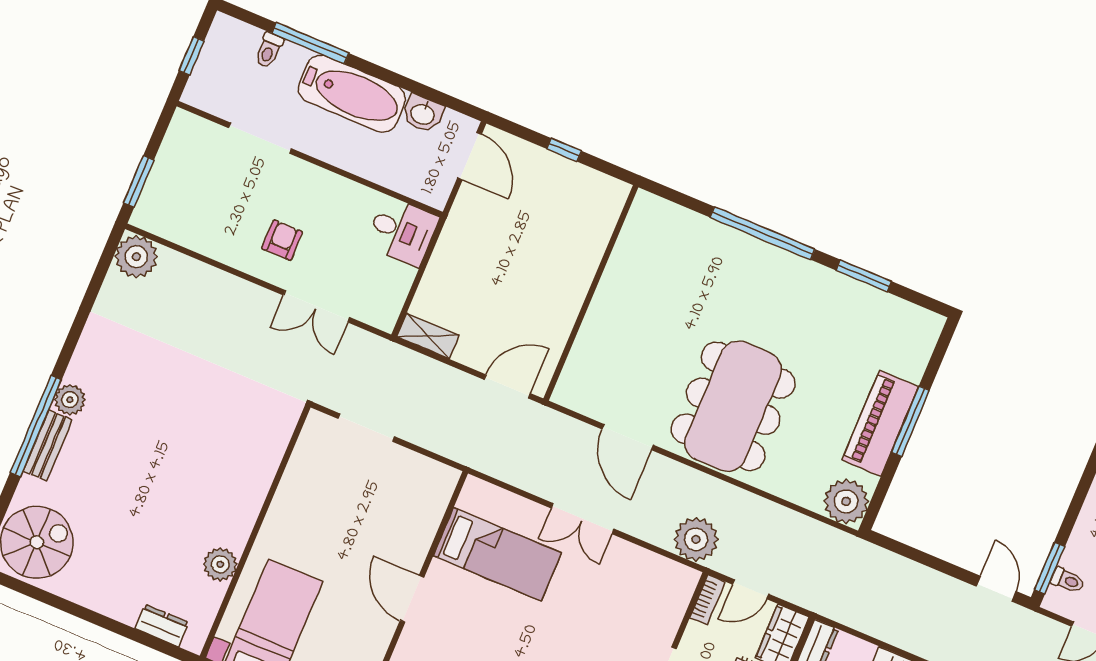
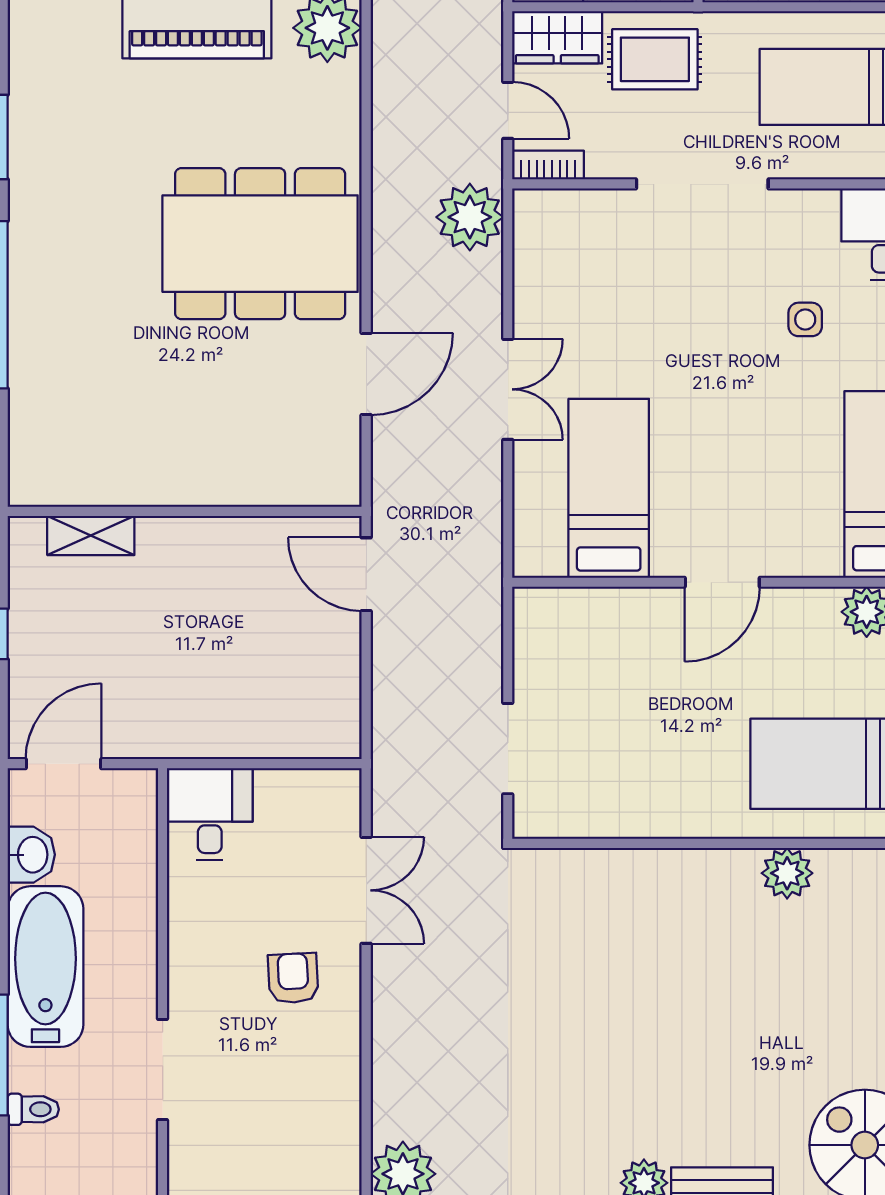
armchair: (282, 240) -> (293, 978), turned 87
shelving: (428, 336) -> (91, 535), moved, turned 90

